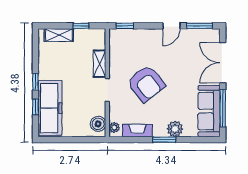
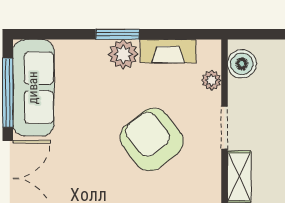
plant: (114, 127) -> (211, 80), moved
plant: (175, 129) -> (123, 54), moved

